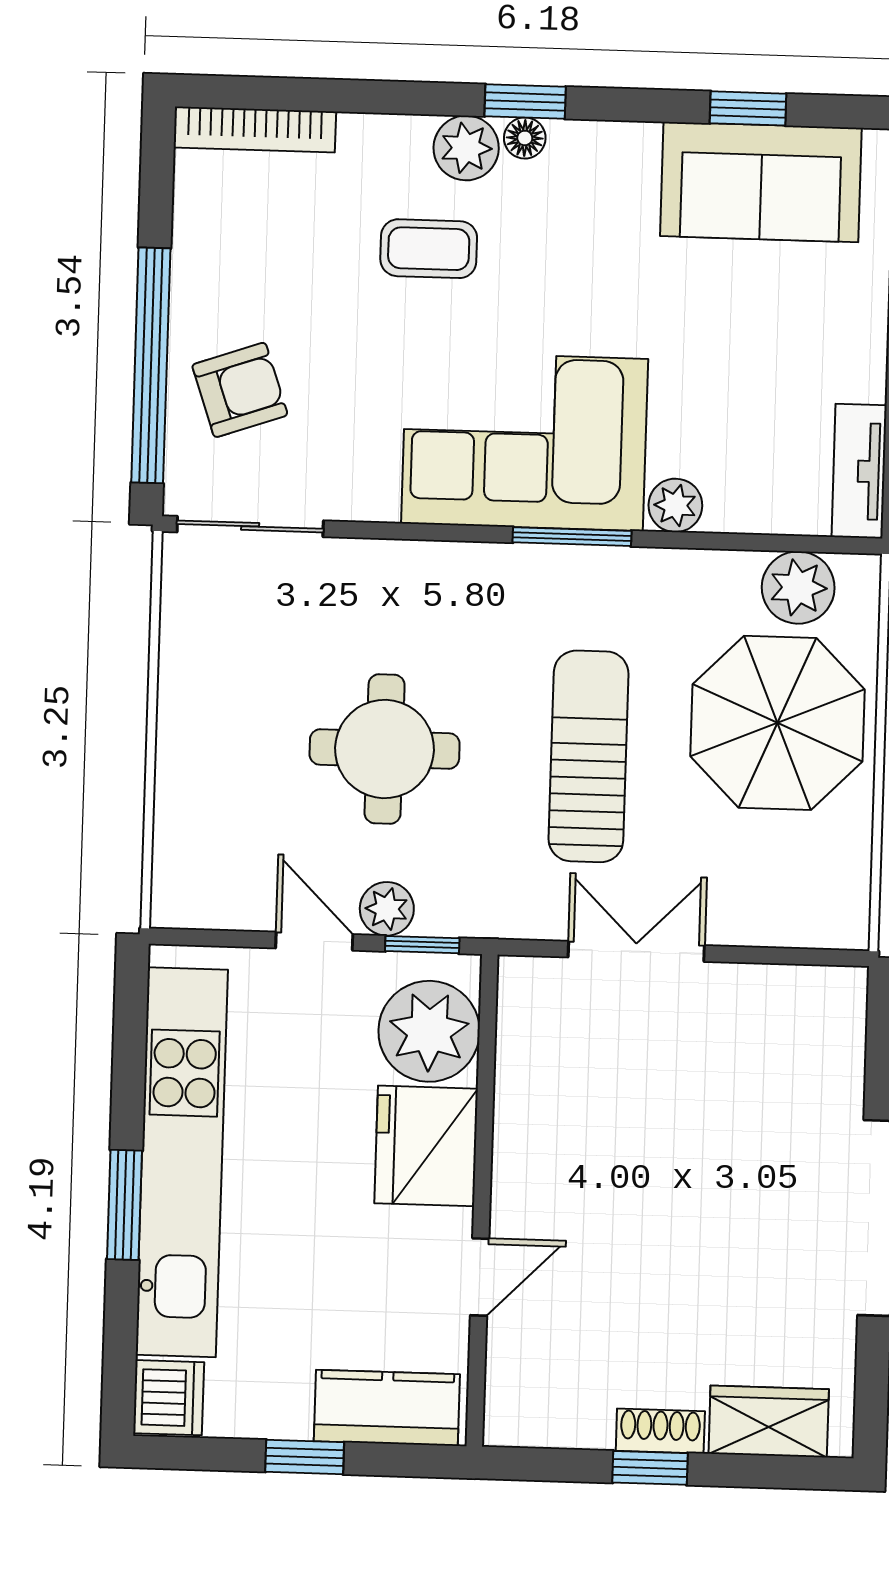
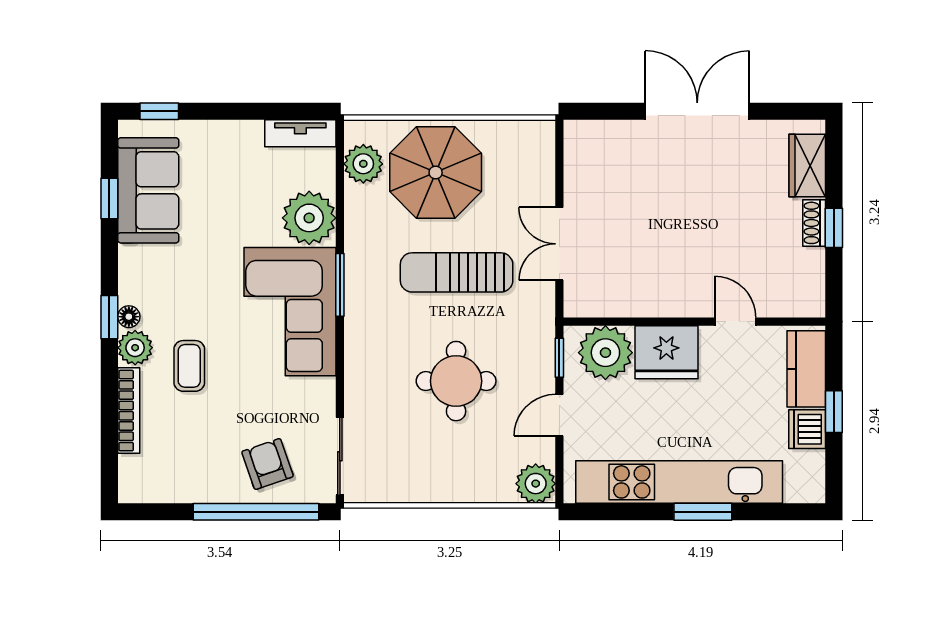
bookcase: (255, 129) -> (129, 411), moved
plant: (675, 505) -> (309, 218), width x1.88, depth x1.88
plant: (387, 909) -> (536, 484), moved, width x1.38, depth x1.38
dishwasher: (169, 1398) -> (807, 429), moved, turned -90

